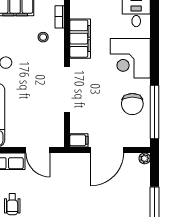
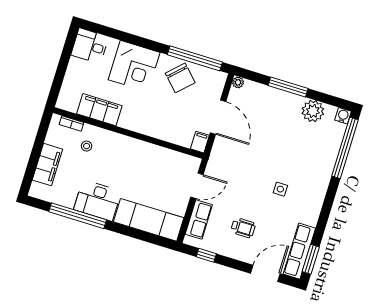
doorway: (67, 90) -> (146, 138), removed
chair: (132, 104) -> (180, 78), turned 47

